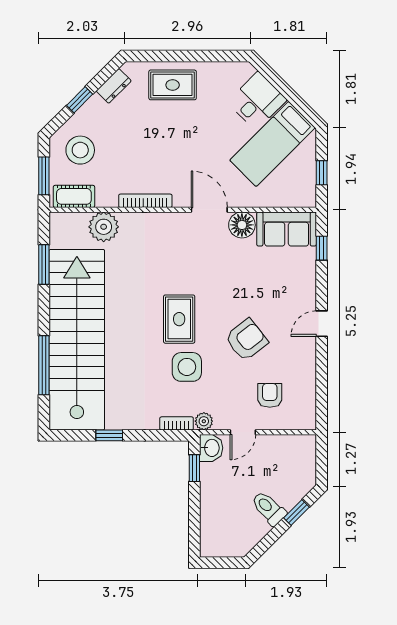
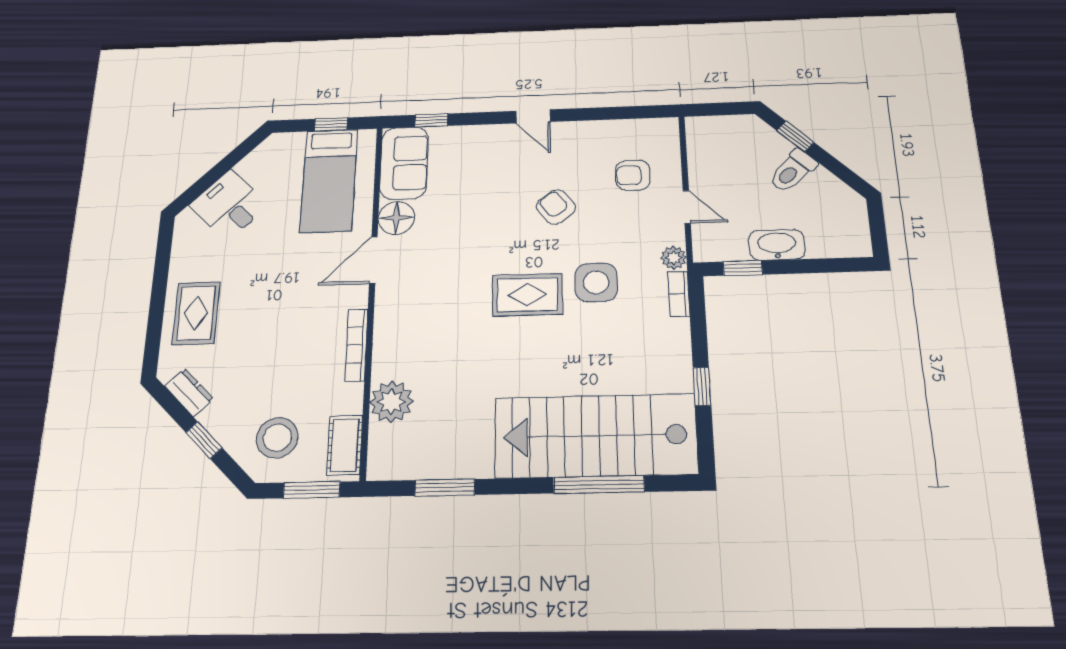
bed: (272, 144) -> (329, 180), moved, turned 45
stairs: (77, 340) -> (595, 436), width x0.73
armchair: (246, 340) -> (556, 207), width x0.72, depth x0.72
washbasin: (211, 448) -> (777, 245), moved, width x1.38

